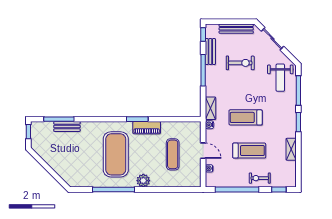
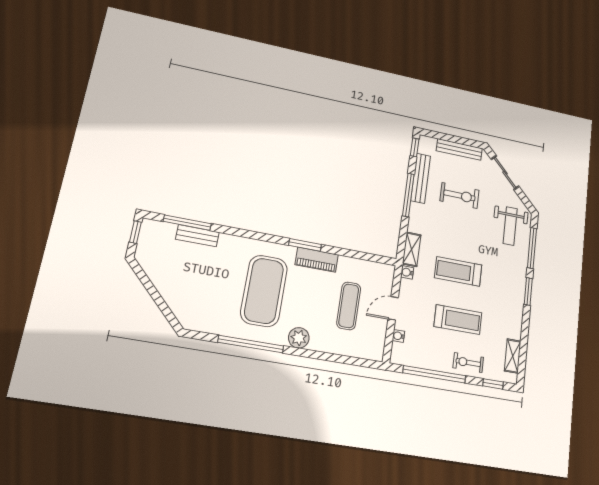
bench: (210, 52) -> (421, 178), width x1.36
shelving: (291, 149) -> (513, 356), moved
door: (203, 151) -> (393, 308), swing flipped

